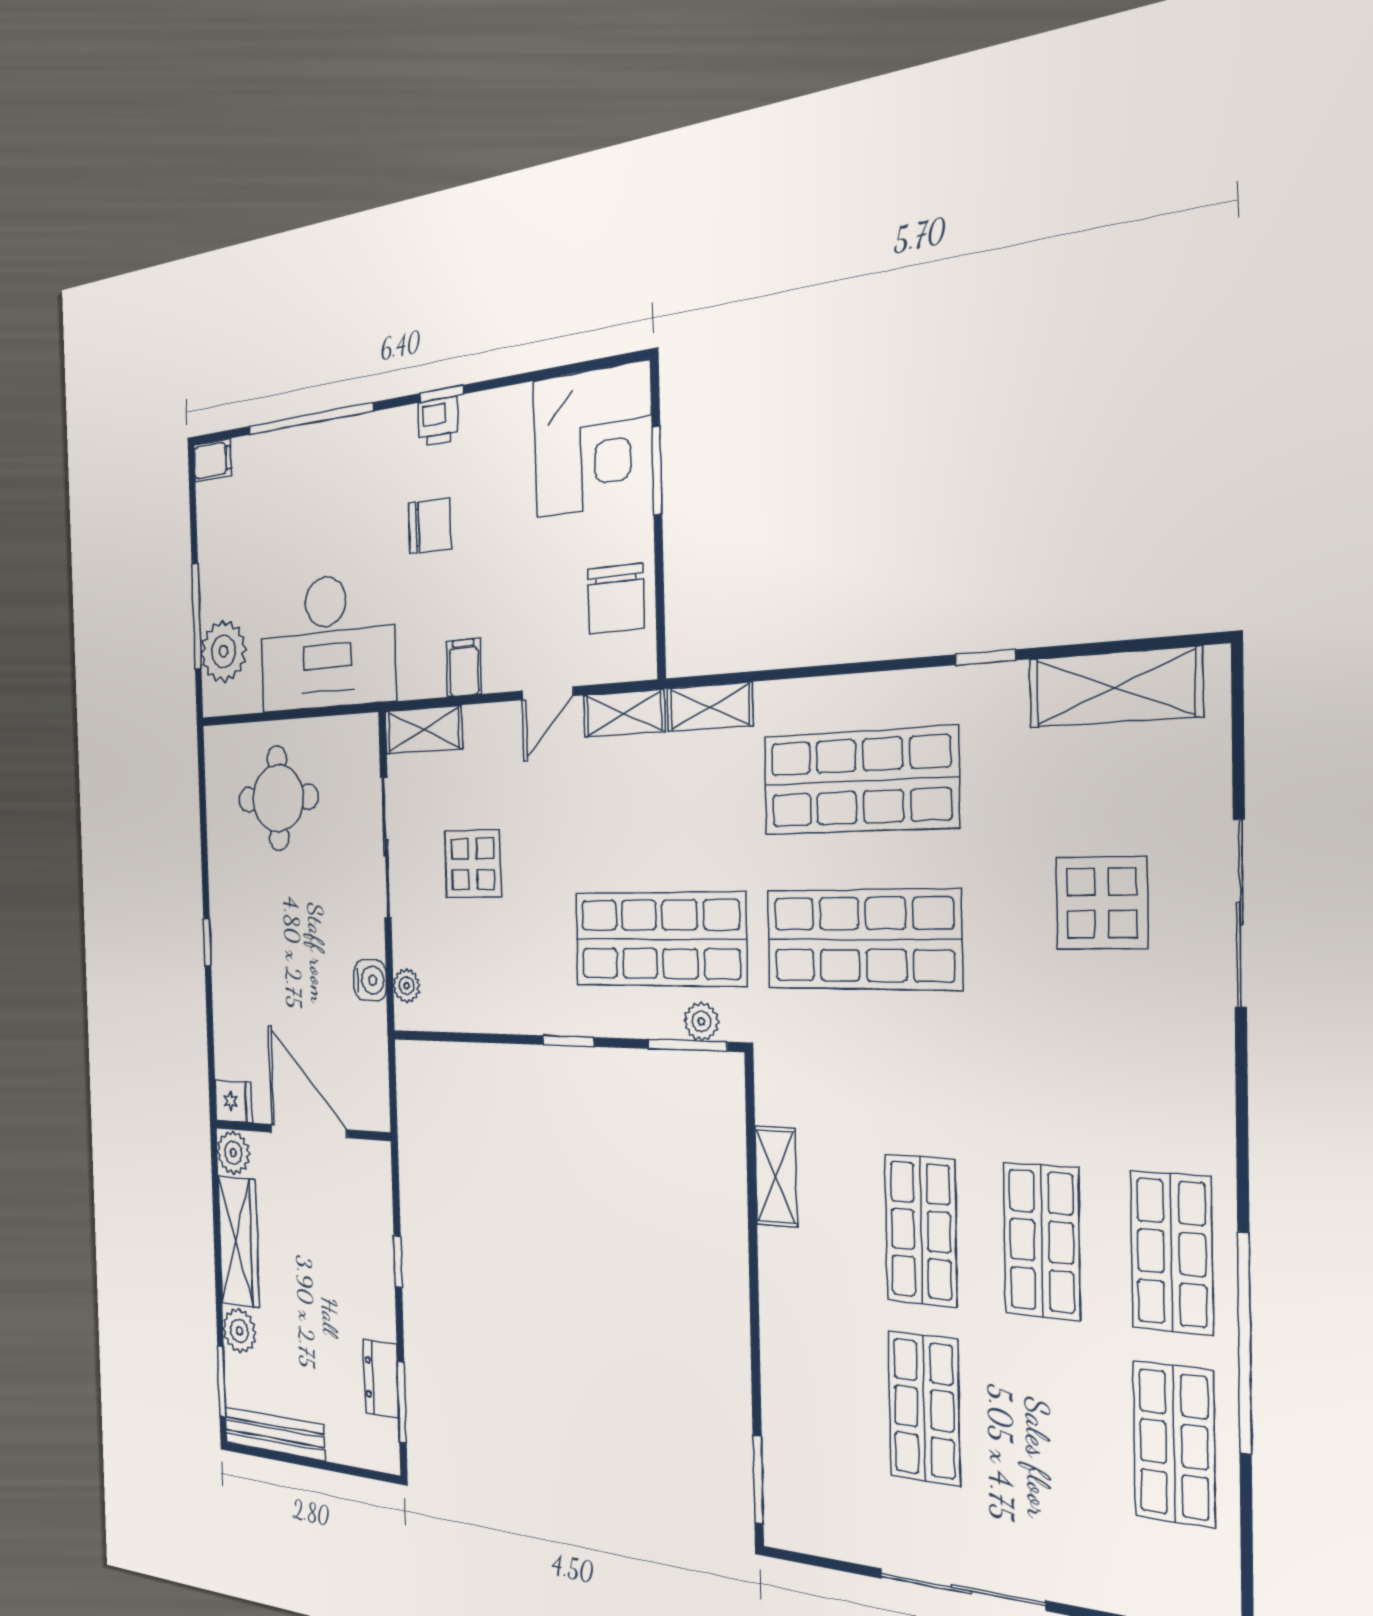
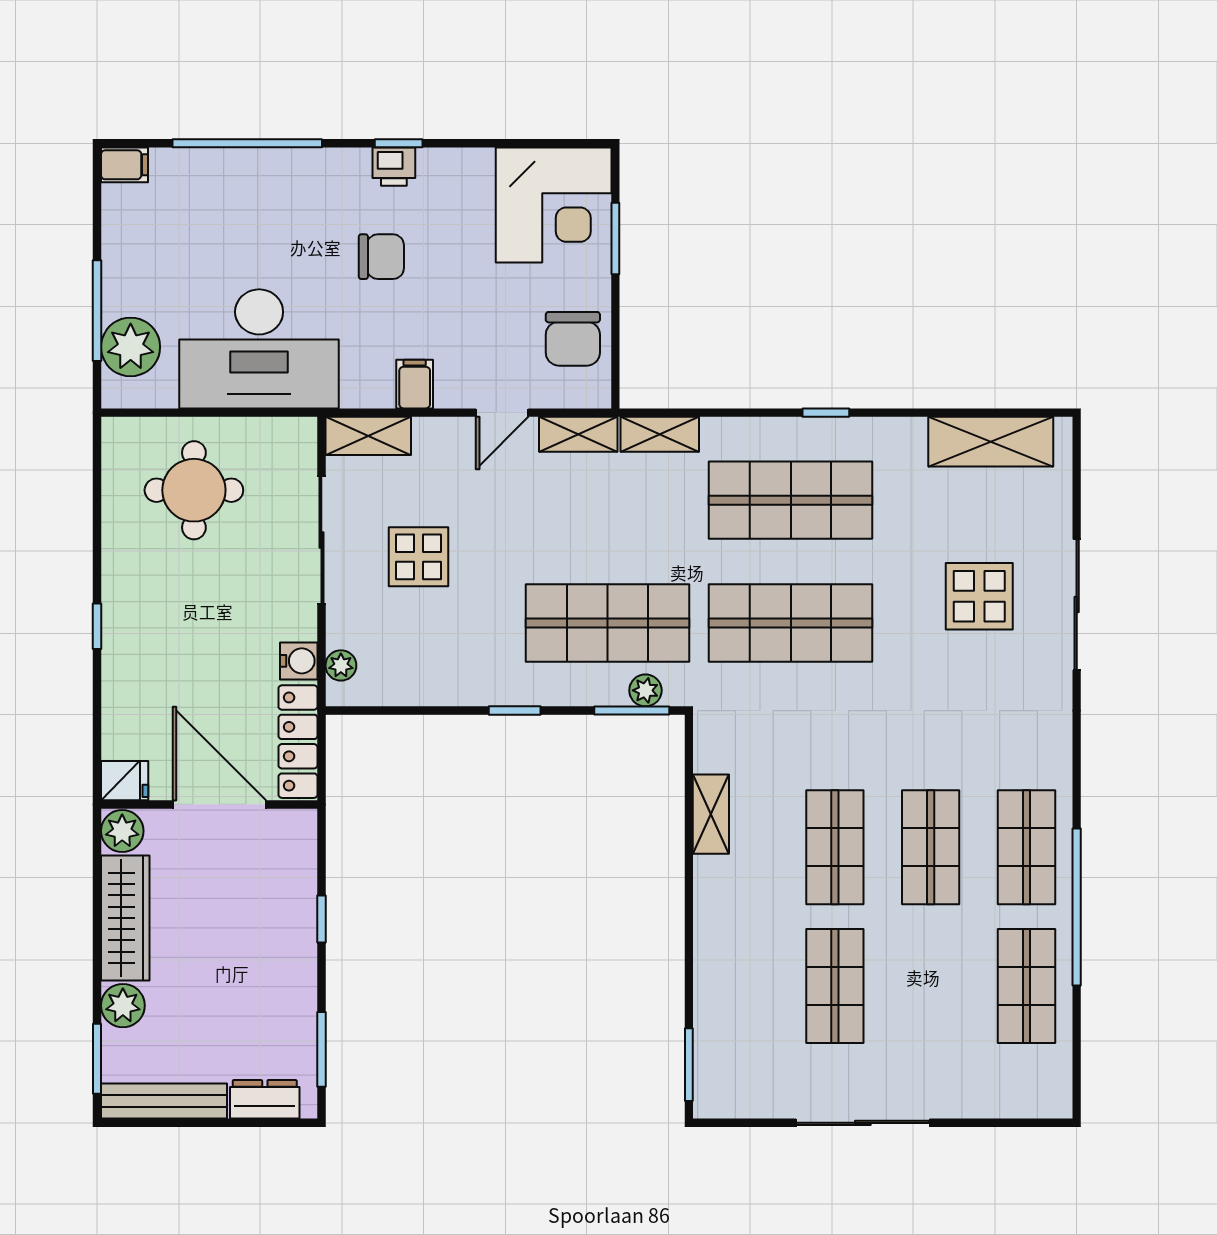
window: (985, 657) -> (826, 413), moved
locker: (372, 1068) -> (298, 742), added
dresser: (381, 1379) -> (265, 1099), moved, turned 90

